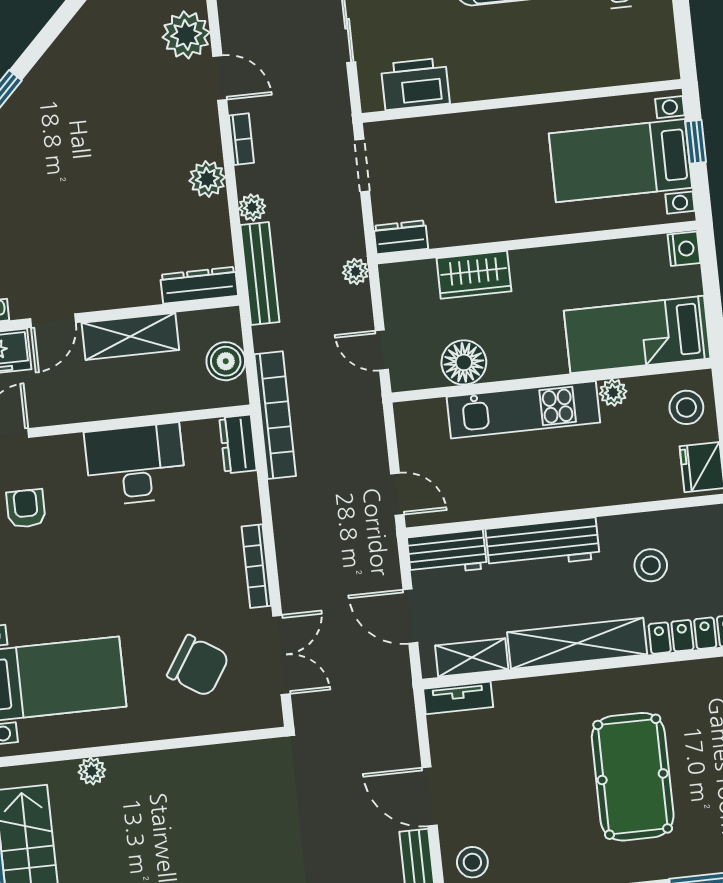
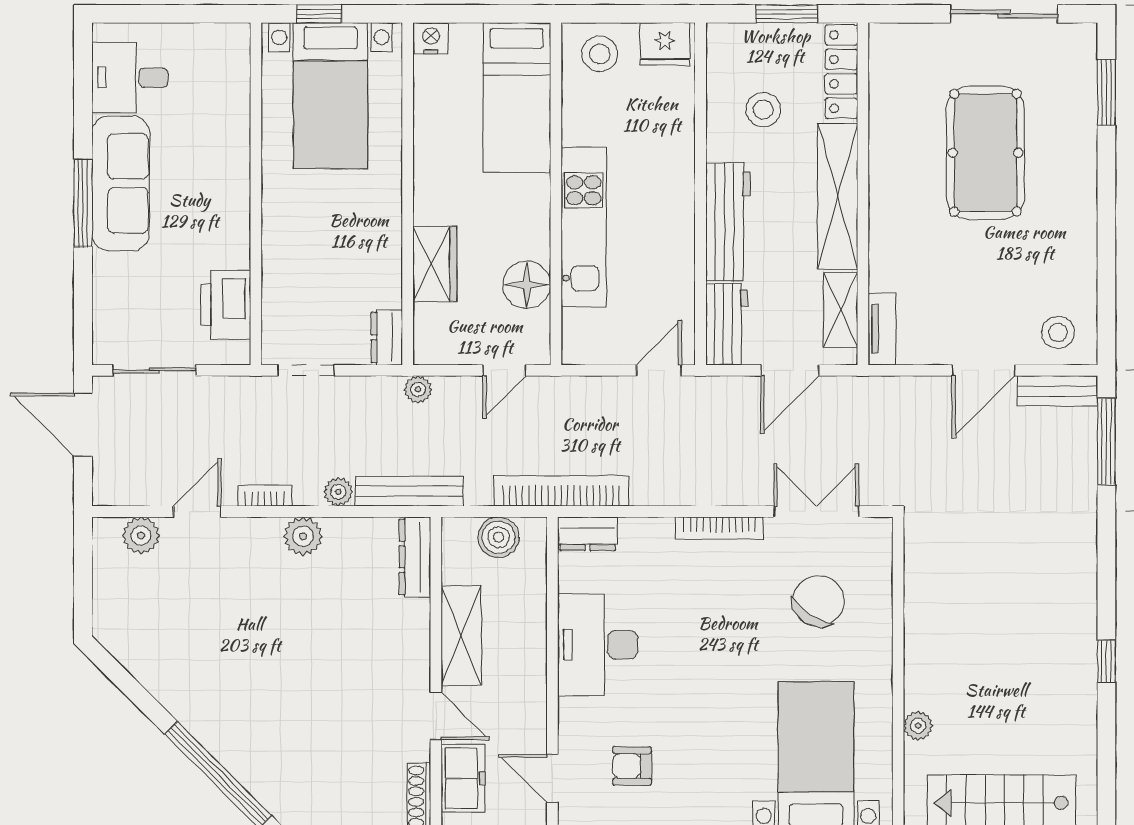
plant: (186, 35) -> (141, 535), width x0.73, depth x0.73
plant: (613, 393) -> (576, 130), removed
pool table: (633, 777) -> (985, 153), turned 90

